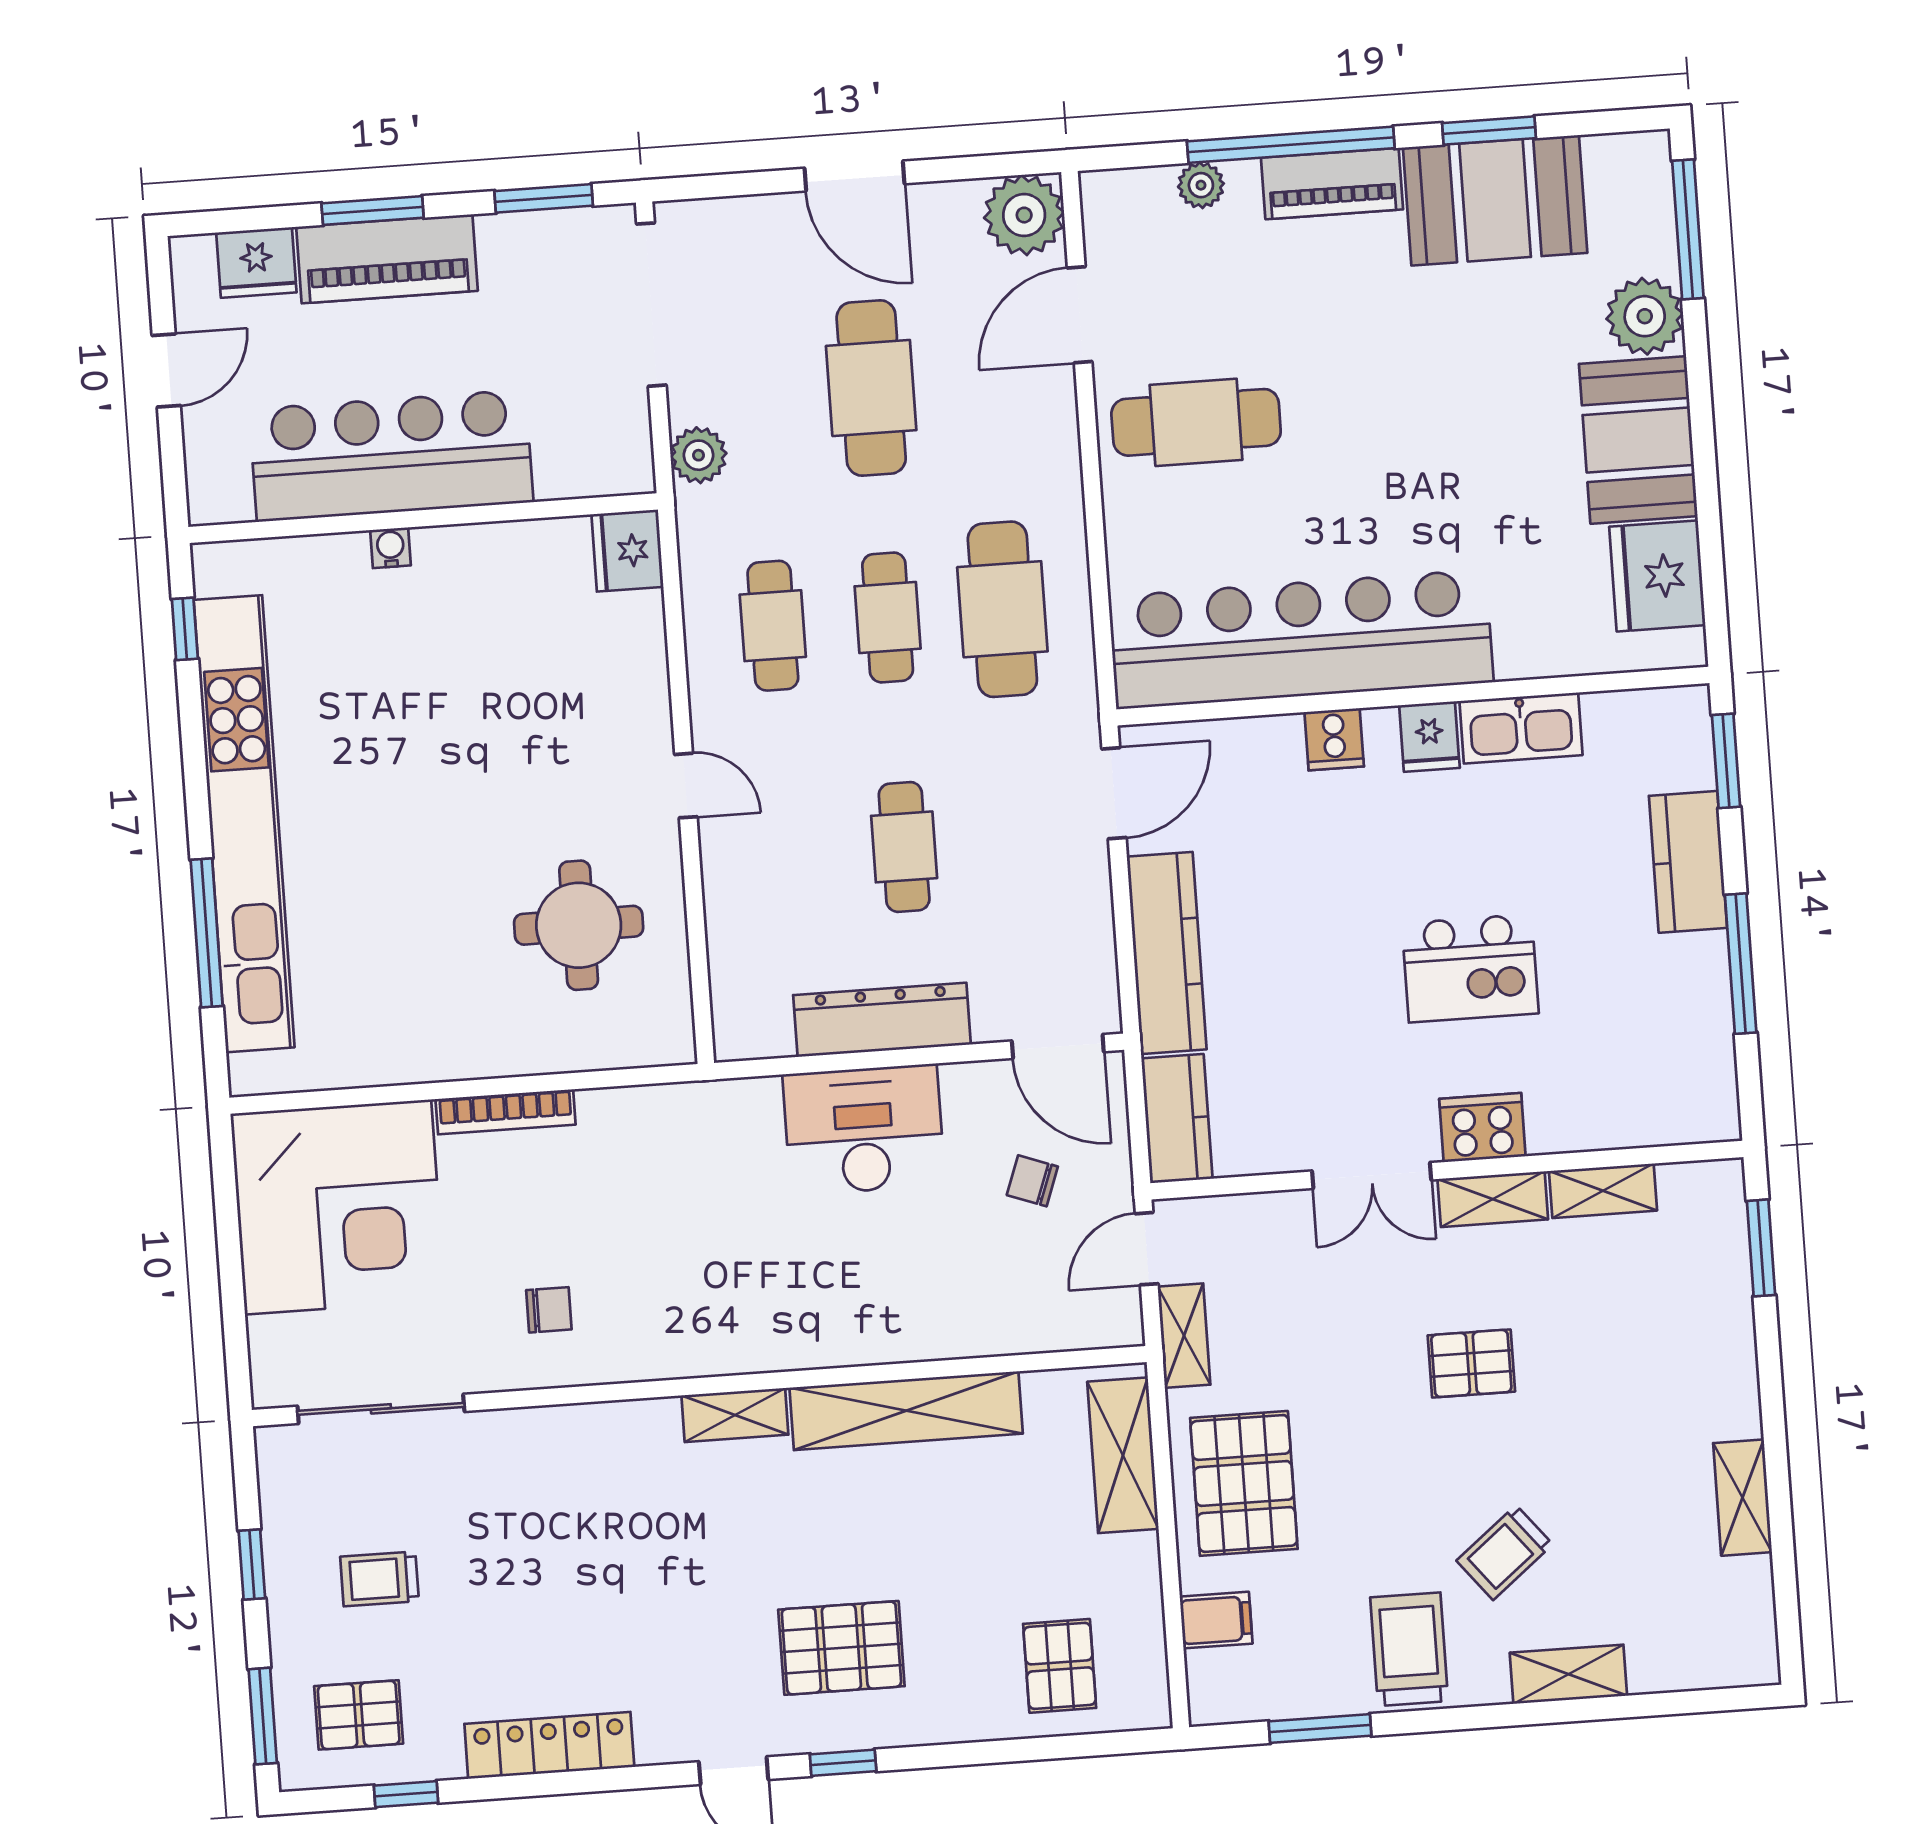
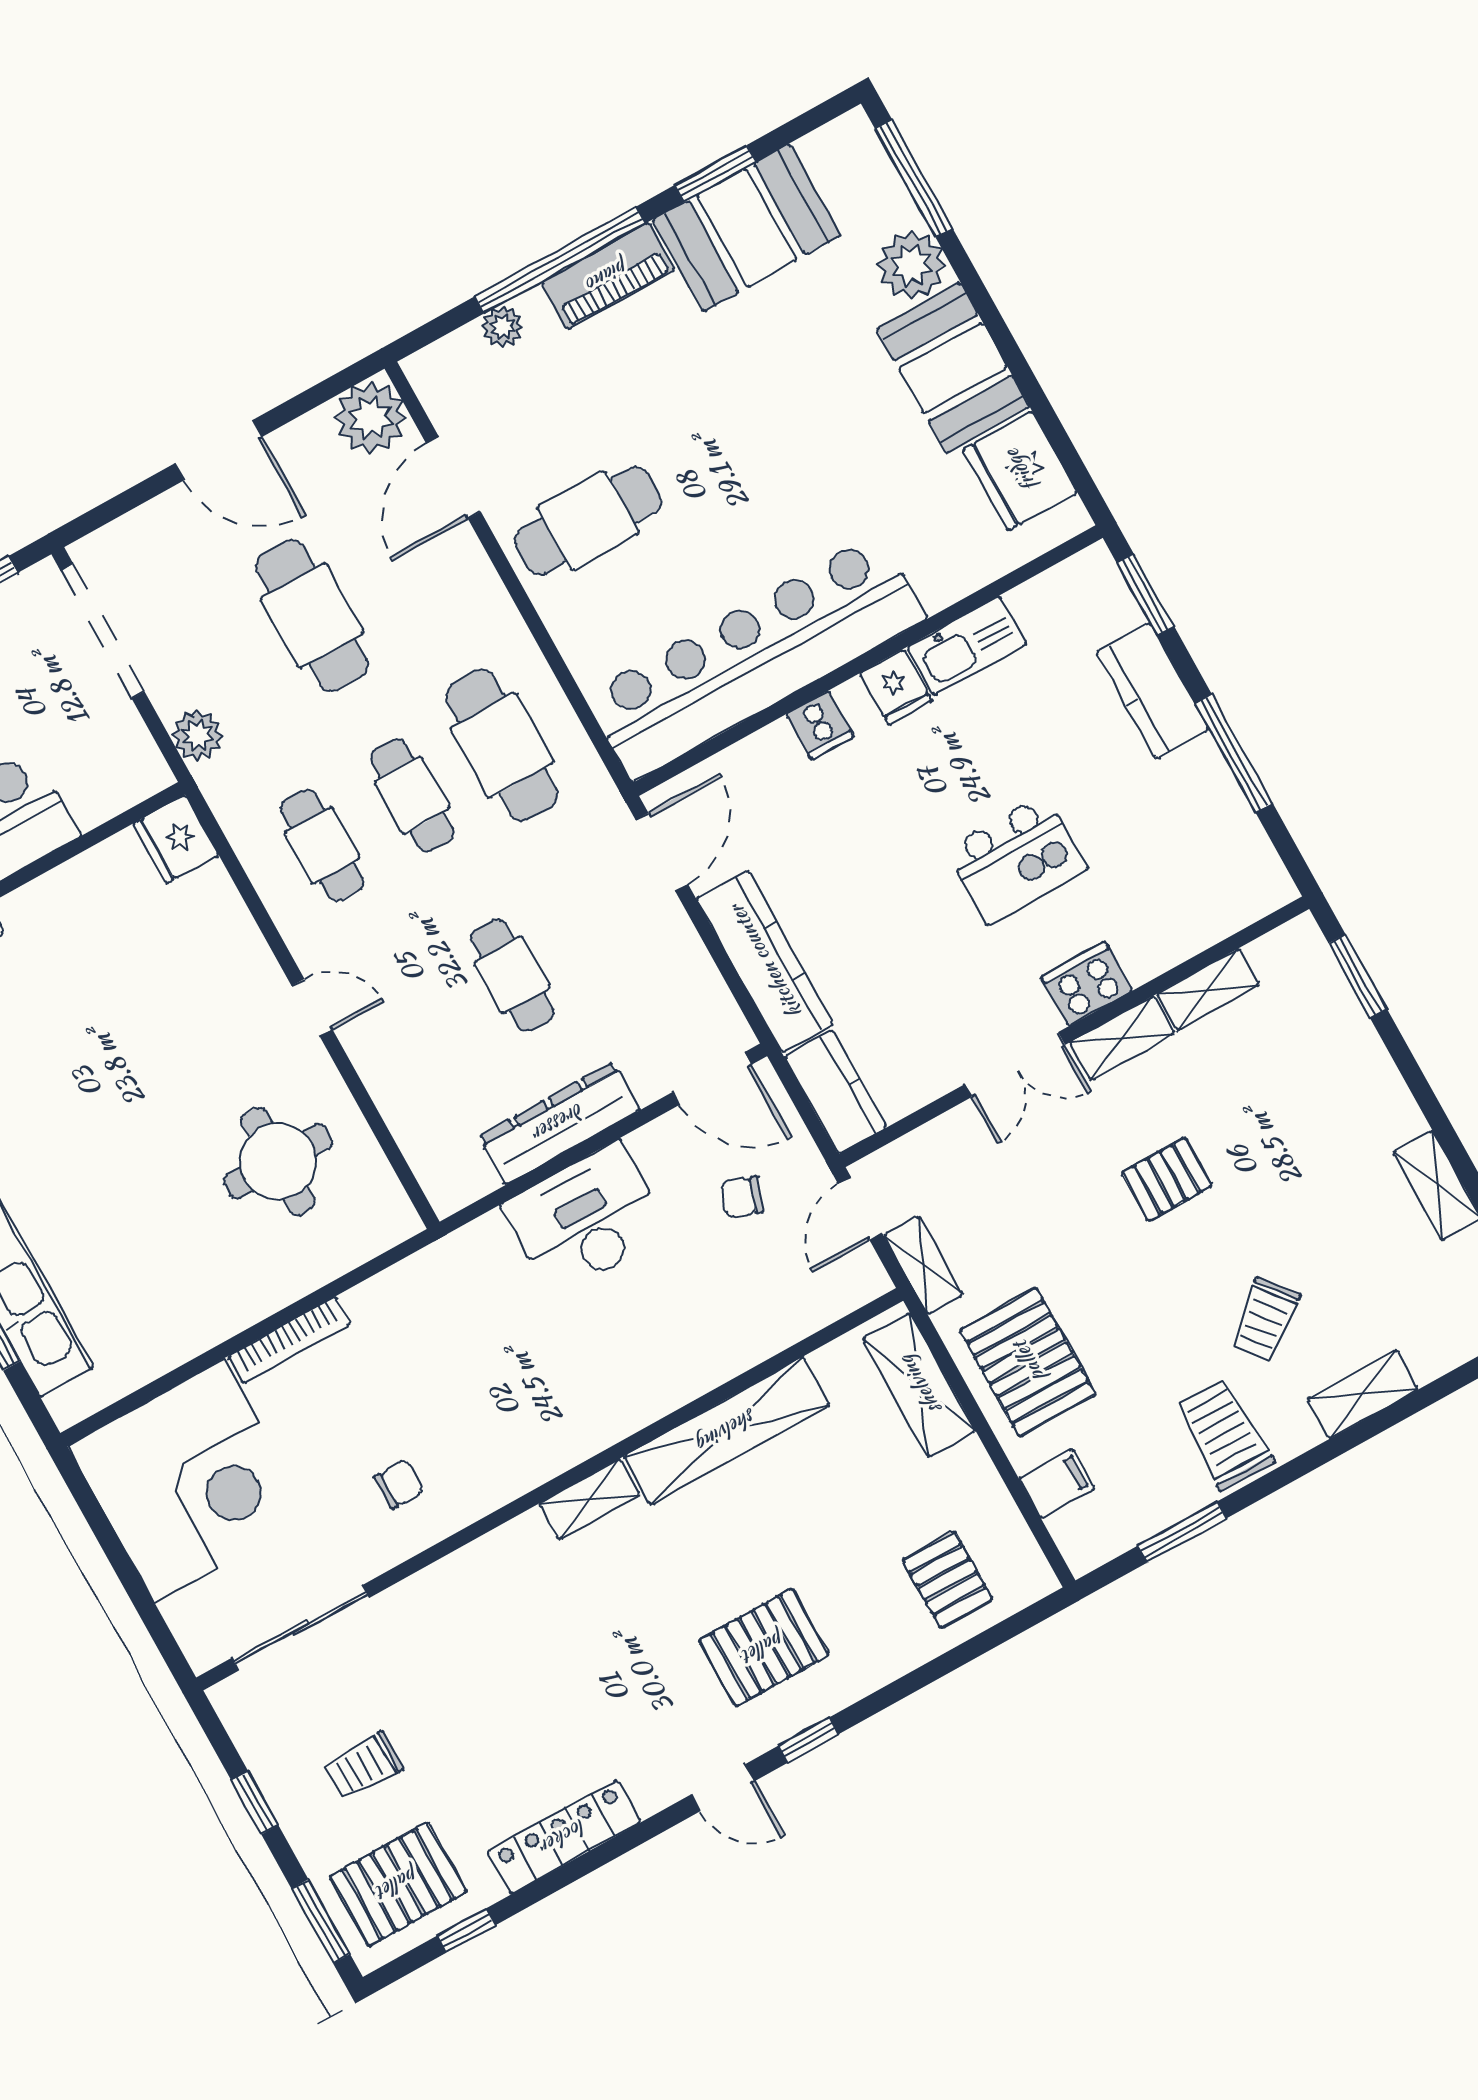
pallet: (359, 1715) -> (398, 1884), width x1.50, depth x1.42

